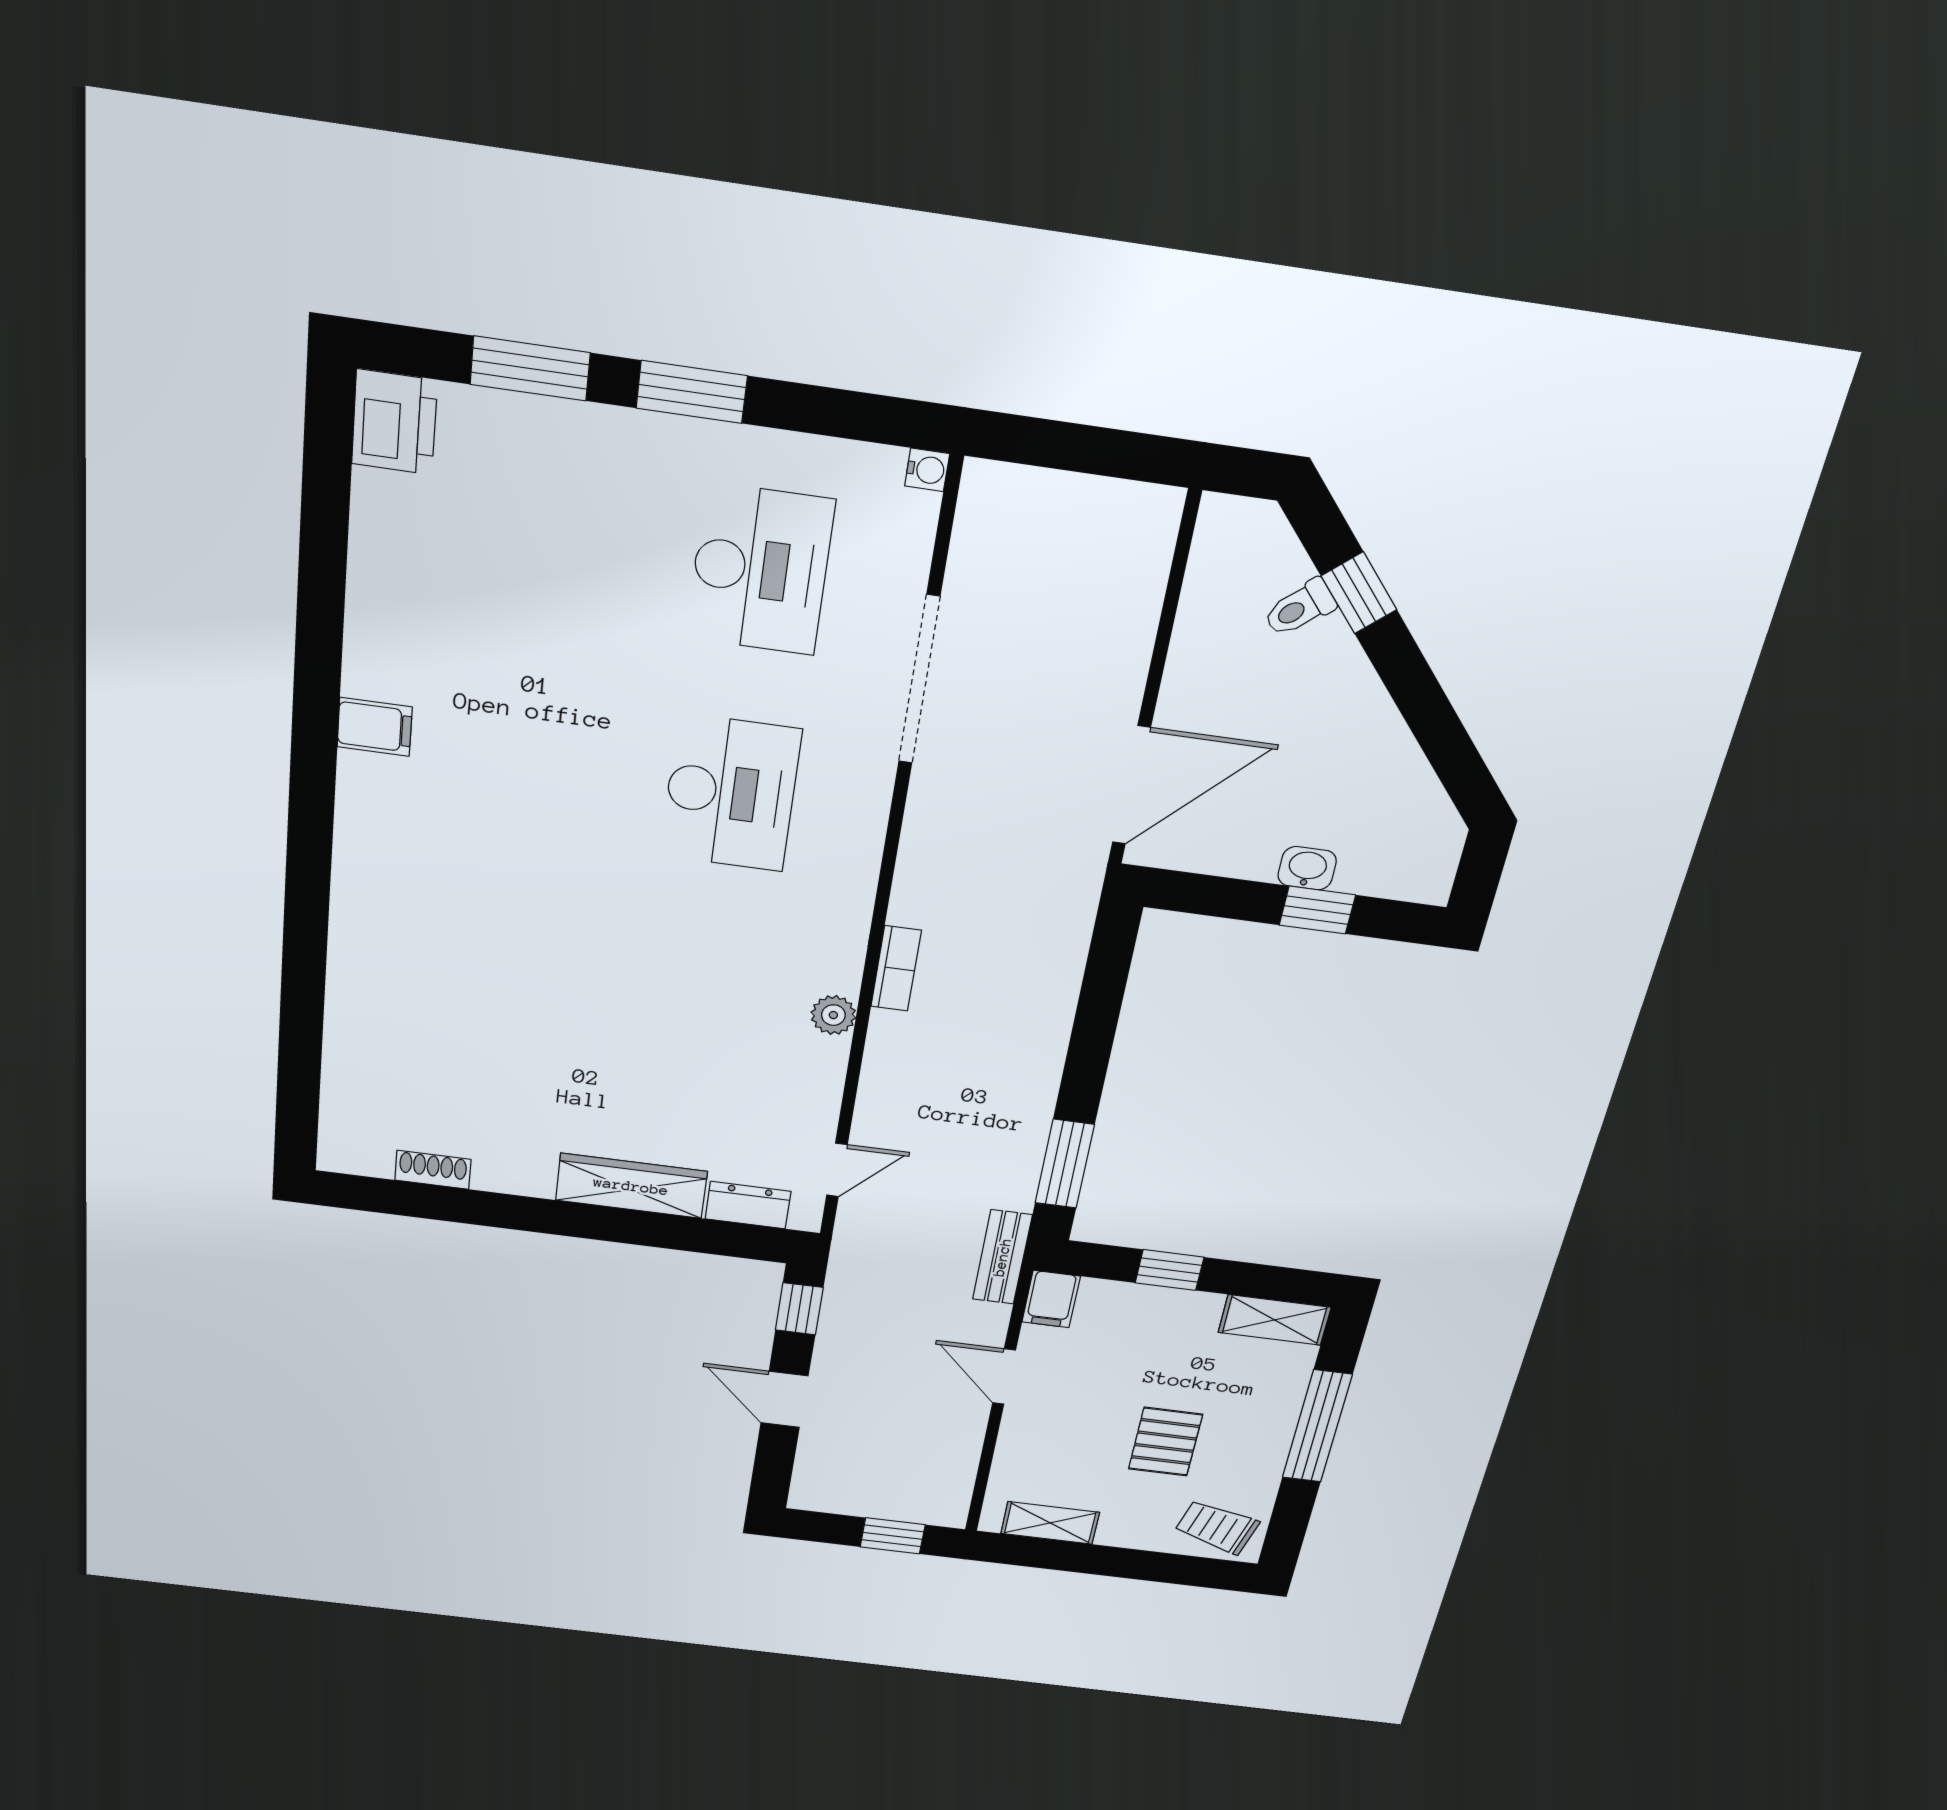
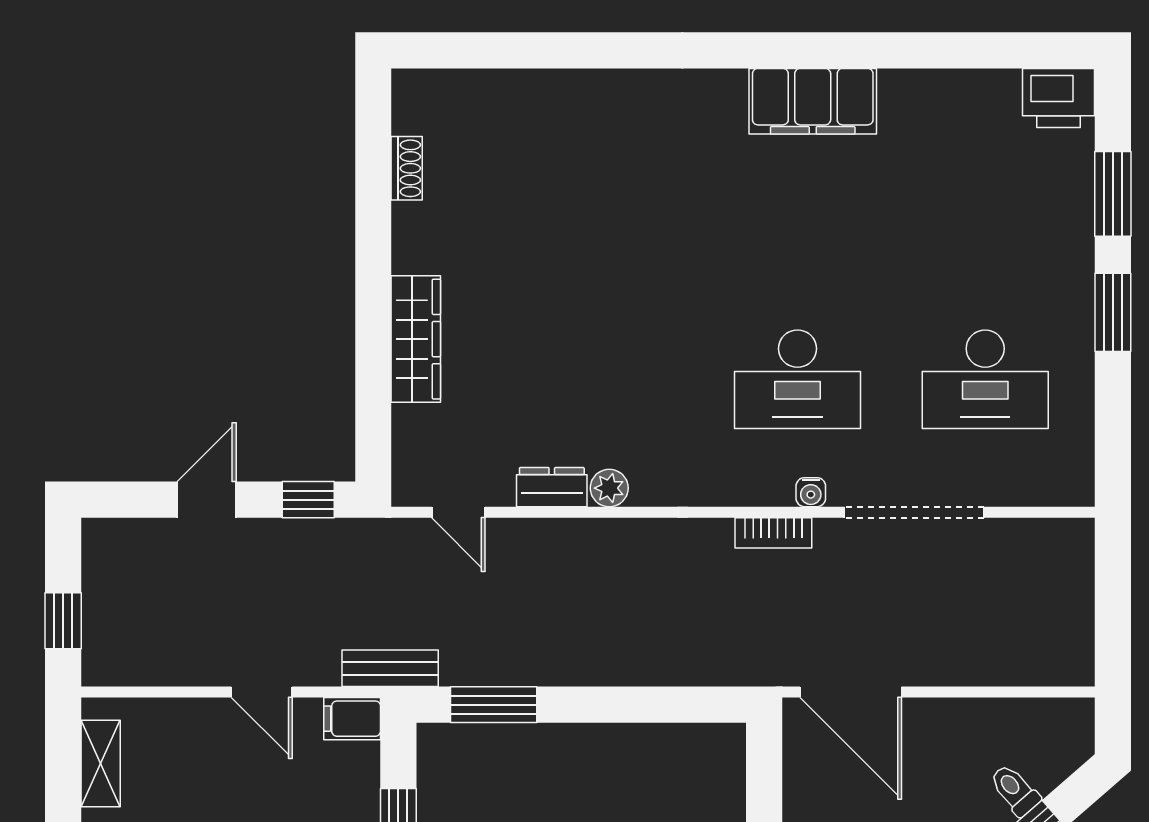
water cooler: (927, 470) -> (811, 492), moved
filing cabinet: (375, 727) -> (813, 101), width x3.00, depth x1.17
bookcase: (896, 969) -> (773, 533), moved
dresser: (748, 1205) -> (552, 487), moved, turned -90
door: (1004, 1377) -> (262, 692), swing flipped

